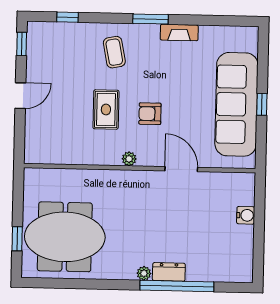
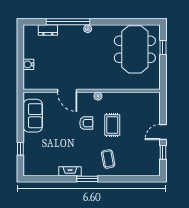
window: (67, 17) -> (136, 179), removed
window: (22, 44) -> (163, 152), moved
sofa: (236, 104) -> (33, 116), width x0.54, depth x0.79
window: (262, 104) -> (20, 149), moved
meeting table: (65, 237) -> (135, 49), turned 90
dresser: (169, 272) -> (48, 30), moved

